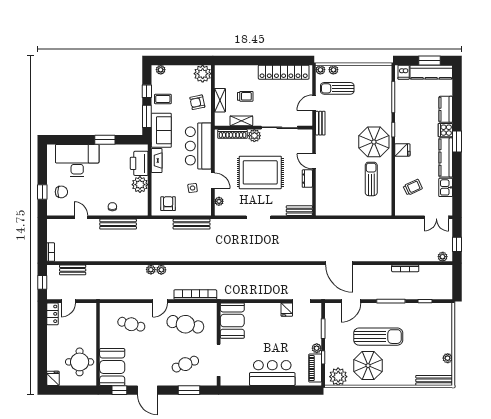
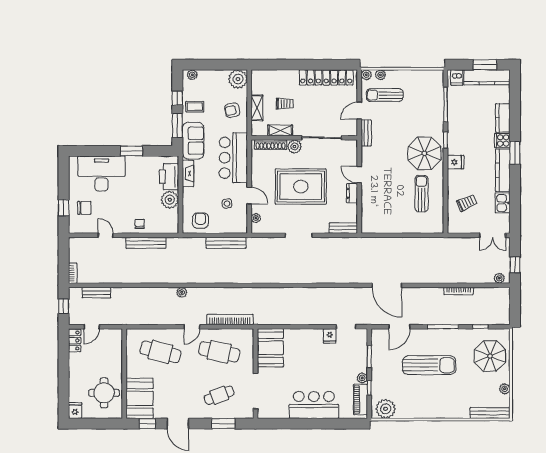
plant: (161, 270) -> (193, 293), removed
cafe table: (131, 324) -> (160, 352), width x1.37, depth x1.35
parasol: (368, 366) -> (490, 356), moved

